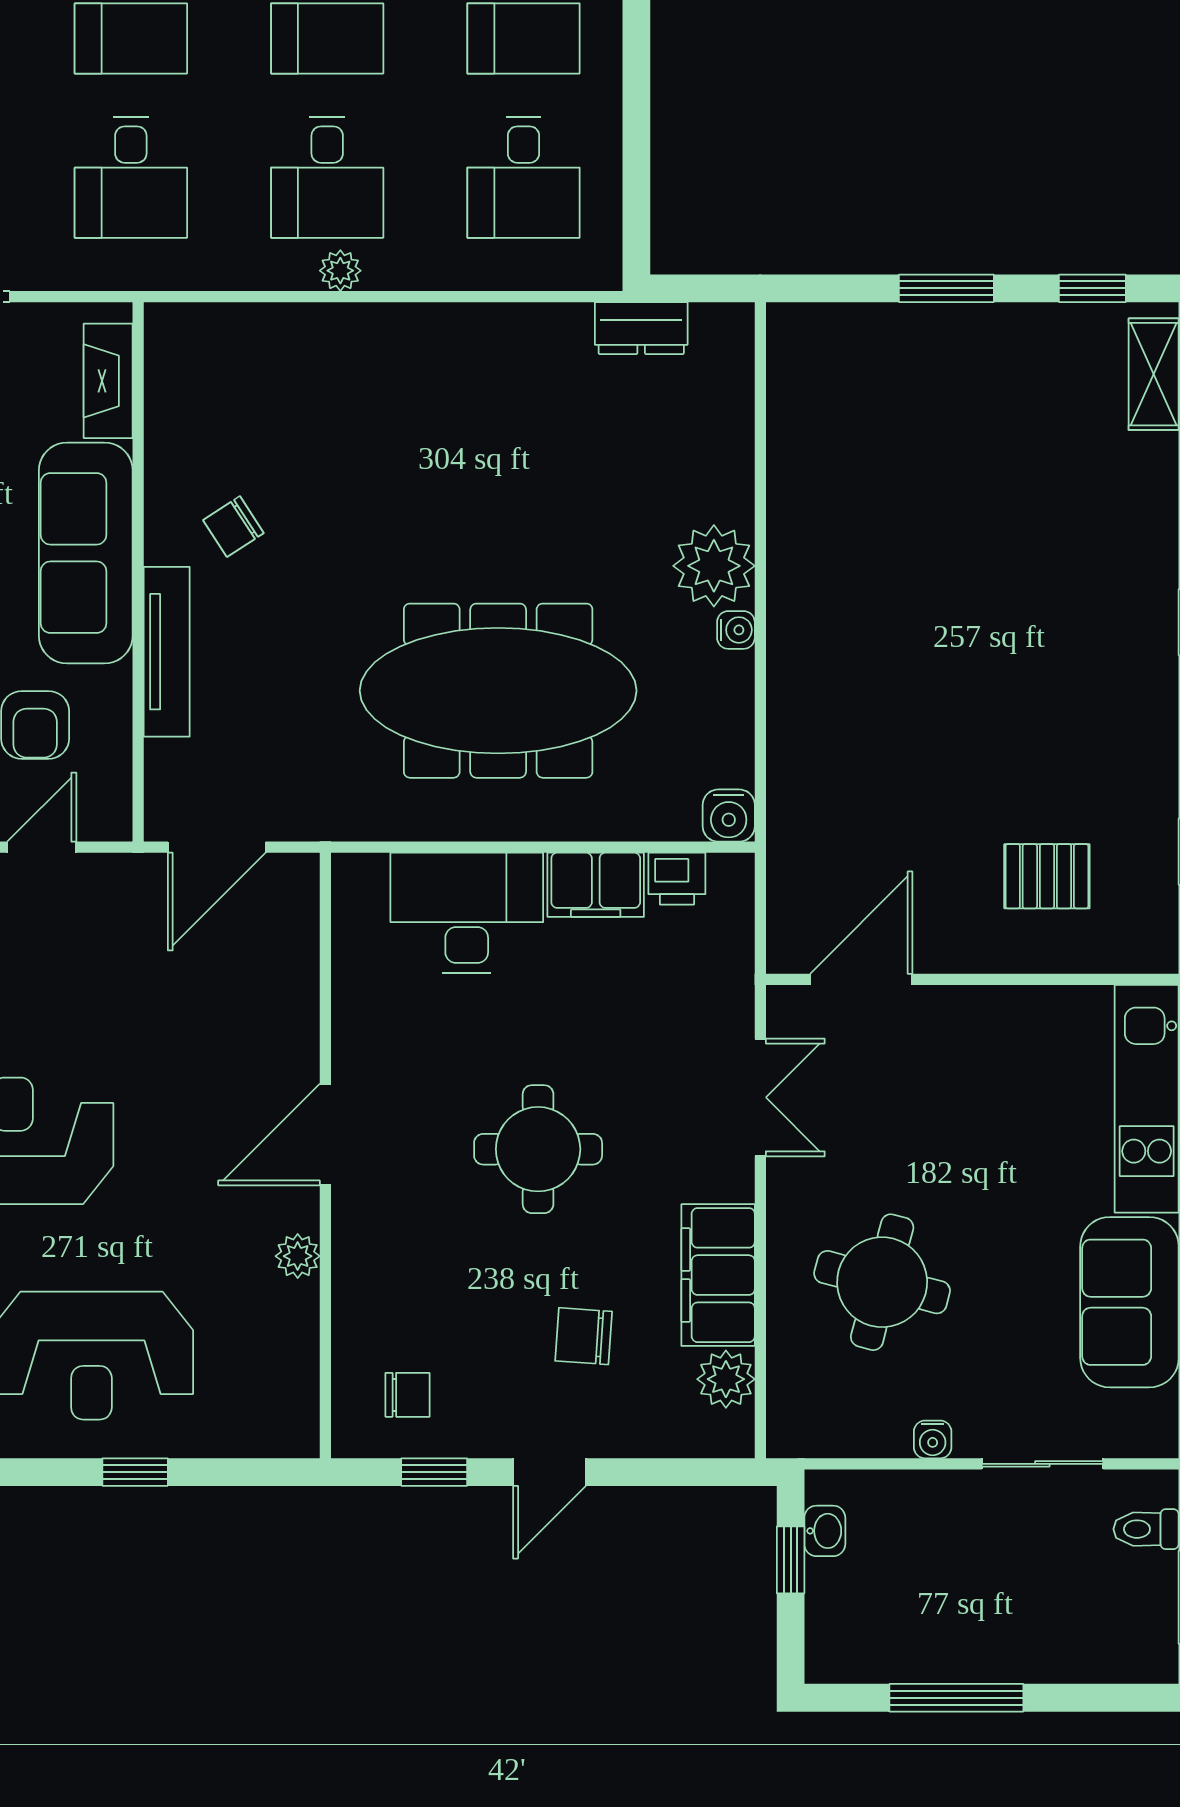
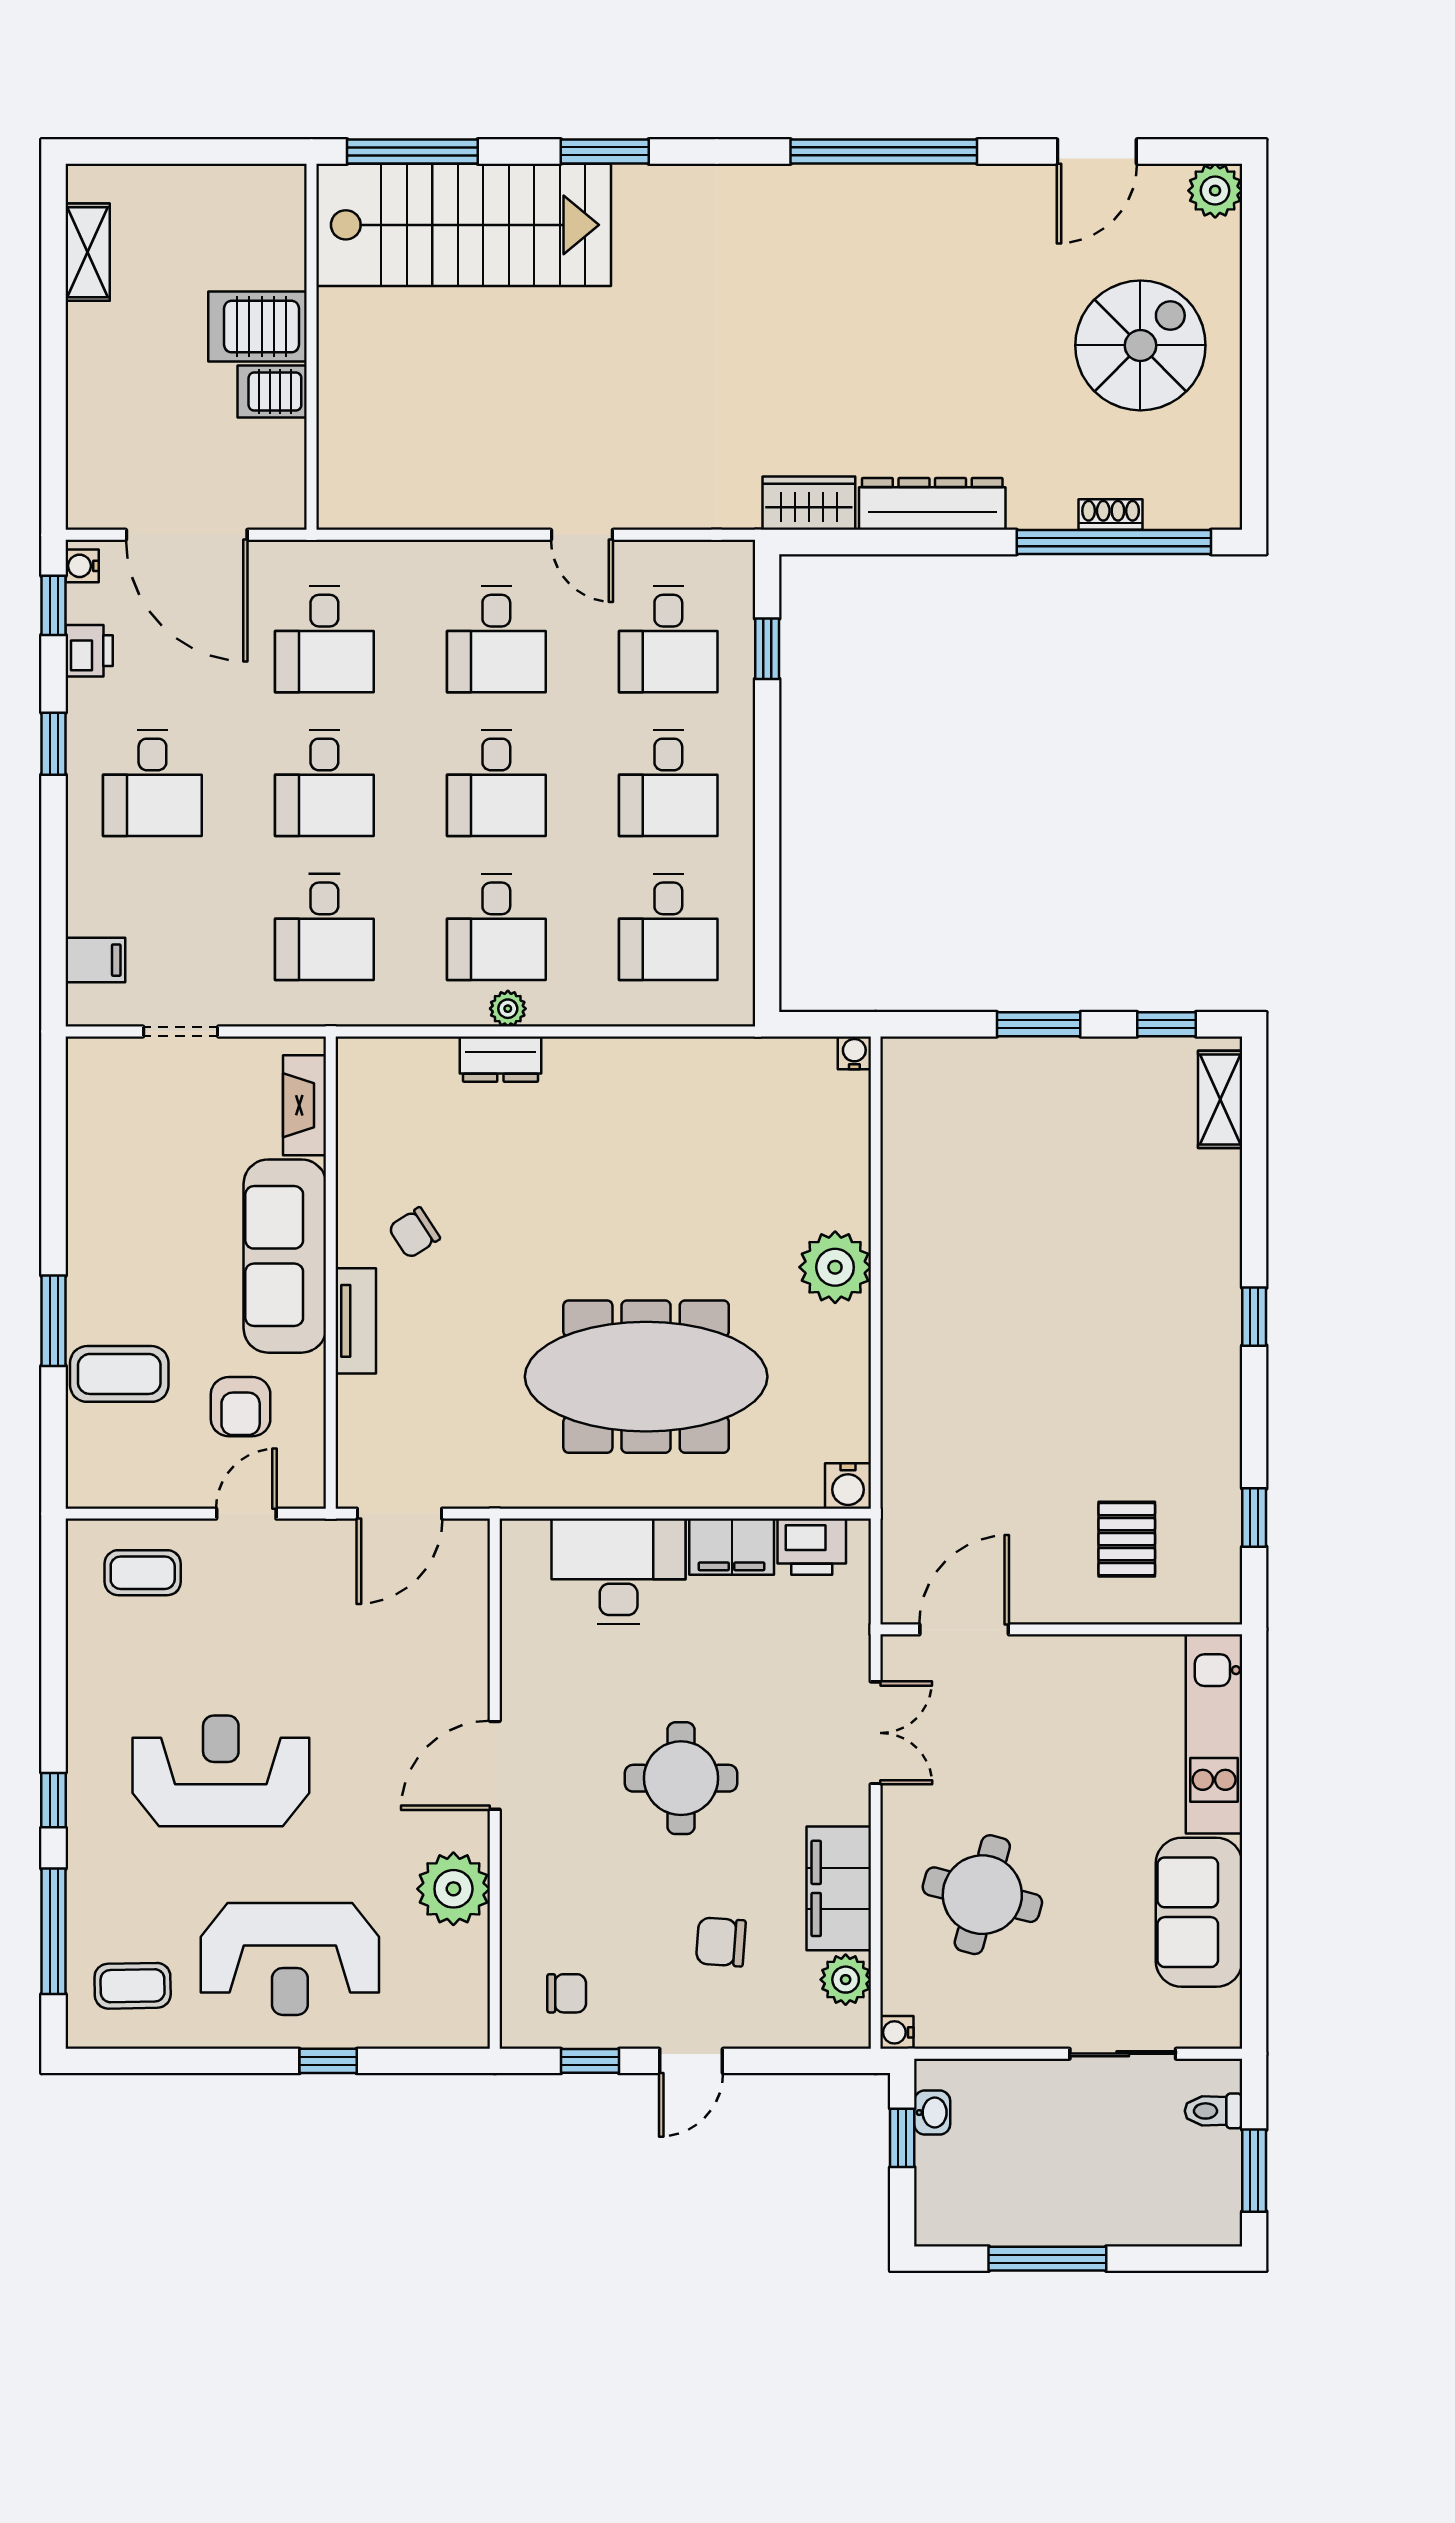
dresser: (641, 328) -> (500, 1059), moved
water cooler: (736, 630) -> (854, 1053), moved, turned -90
tv unit: (167, 652) -> (356, 1321), width x0.71
pallet: (1047, 876) -> (1127, 1539), turned 90
printer: (677, 879) -> (812, 1547), width x1.36, depth x1.24
plant: (298, 1256) -> (453, 1889), width x1.88, depth x1.88
water cooler: (933, 1439) -> (897, 2032), moved, turned 90

